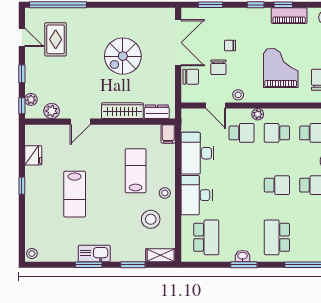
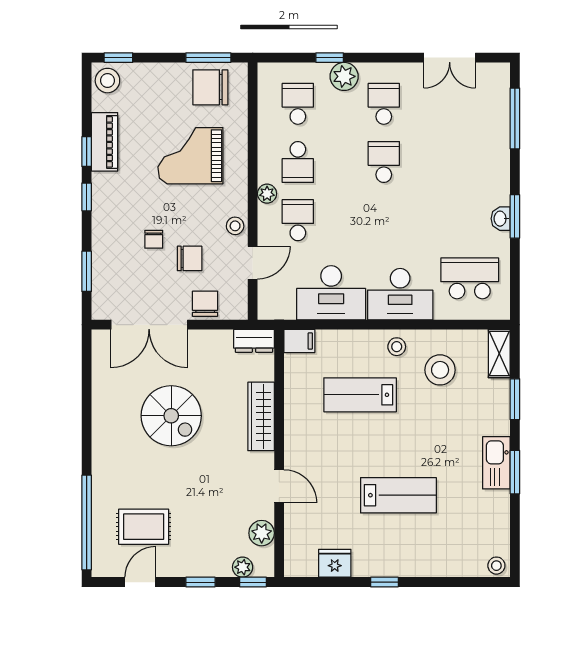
double door: (178, 43) -> (149, 325), swing flipped
dresser: (157, 112) -> (254, 341), moved, turned -90
school desk: (277, 237) -> (470, 162), removed

